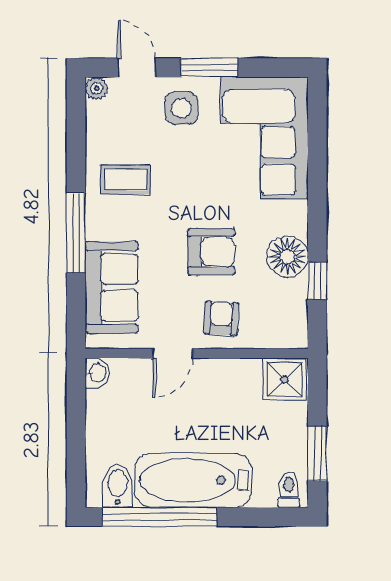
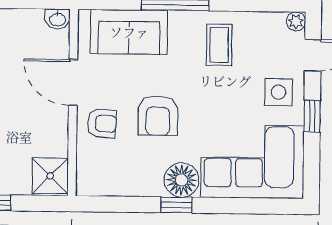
window: (209, 68) -> (312, 116), width x0.67
floor lamp: (288, 256) -> (182, 180), moved
window: (317, 281) -> (176, 205), moved
door: (173, 353) -> (73, 82), width x1.38

